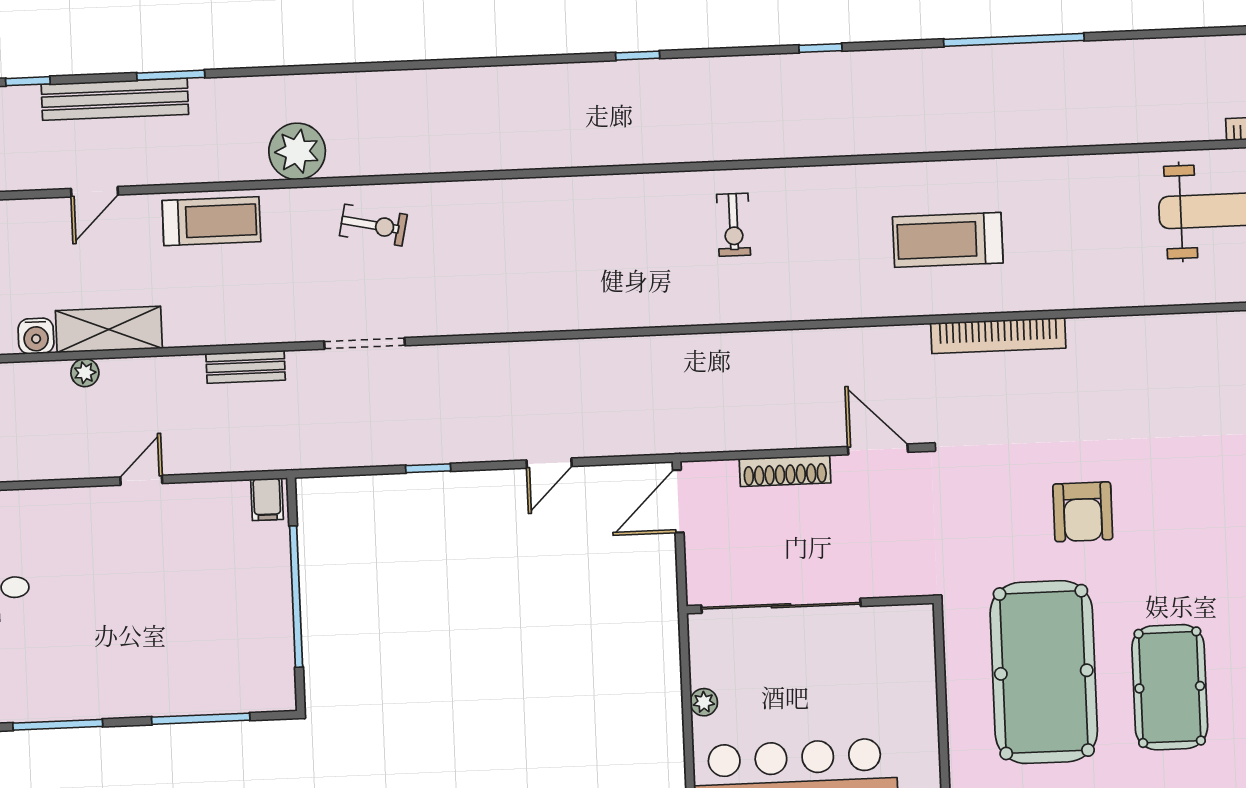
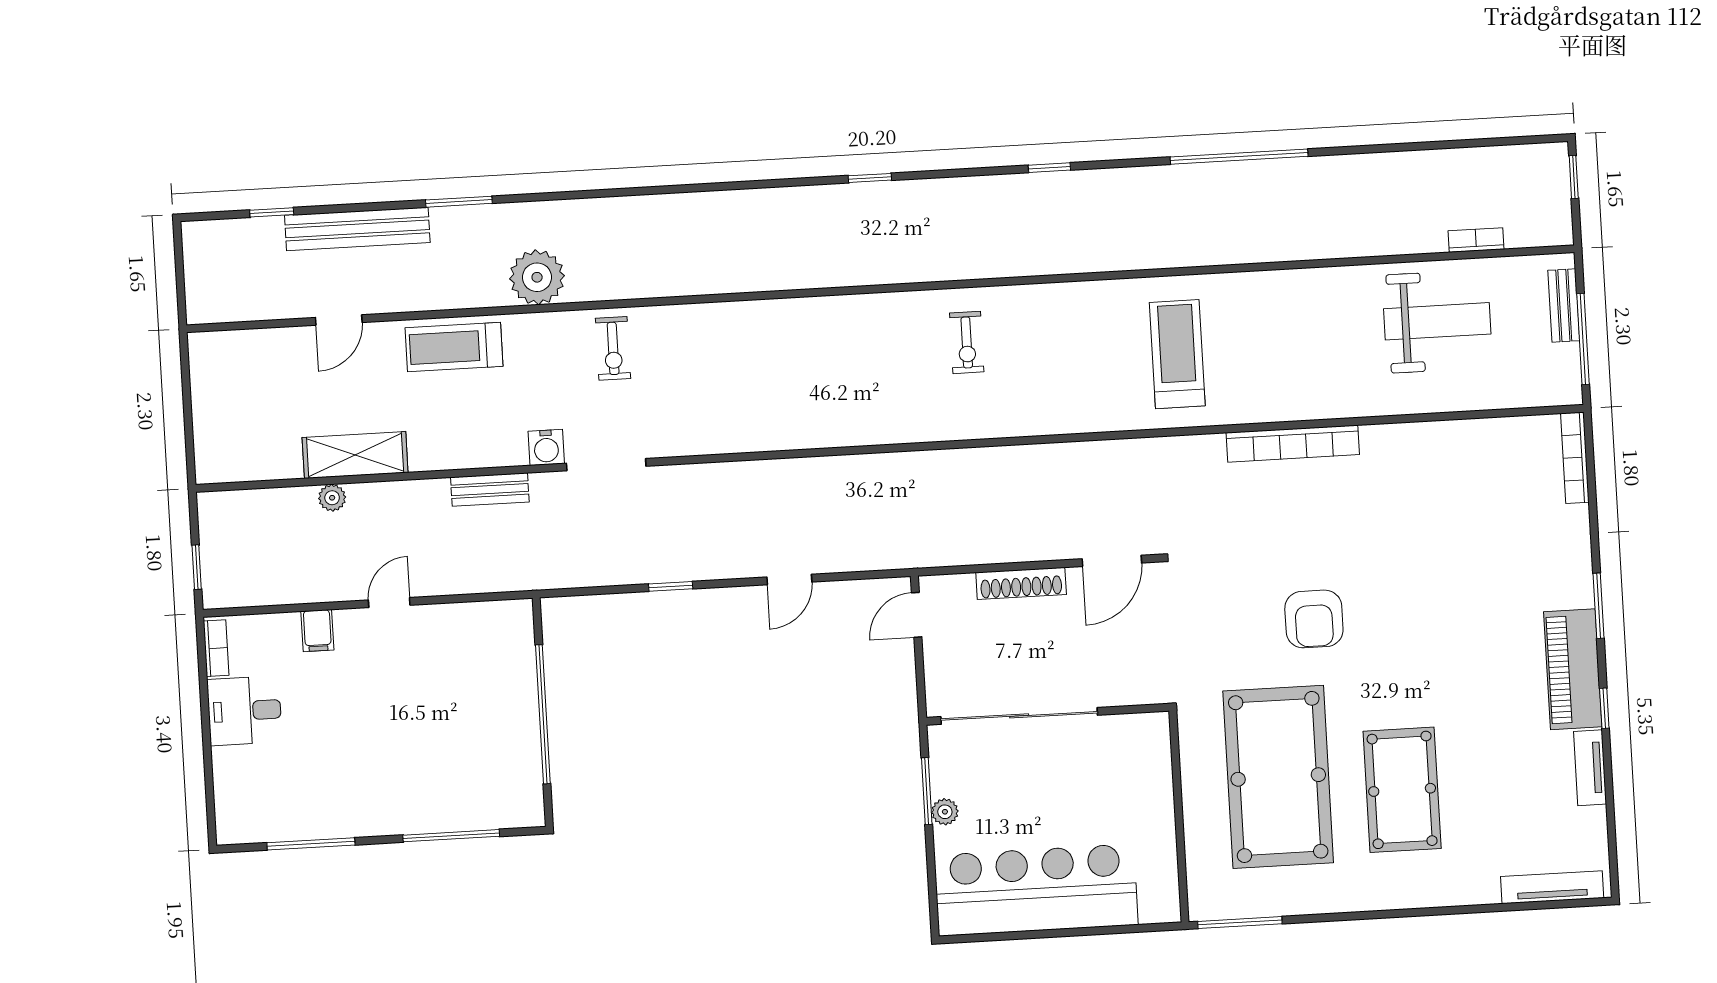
window: (171, 75) -> (459, 202), moved
treadmill: (211, 221) -> (454, 347), turned 180
exercise bike: (373, 225) -> (613, 348), turned 78
treadmill: (948, 240) -> (1177, 354), turned 90
water cooler: (36, 336) -> (546, 447), moved
bookcase: (998, 336) -> (1293, 444), moved
door: (878, 449) -> (1112, 561), swing flipped
filing cabinet: (267, 499) -> (317, 631), moved
door: (678, 501) -> (917, 615), width x0.73
window: (686, 681) -> (927, 791), added

